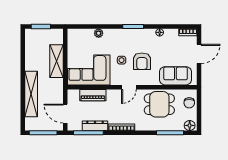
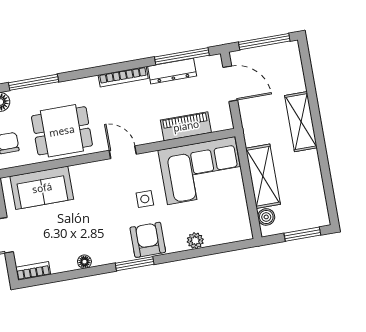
boiler: (59, 39) -> (266, 217), added
armchair: (142, 61) -> (148, 240), moved
door: (129, 87) -> (123, 152), hinge flipped
shelving: (31, 94) -> (301, 122), width x0.68

